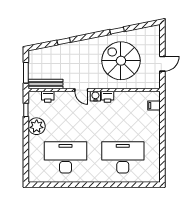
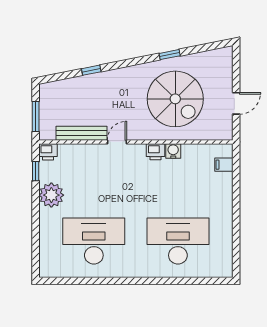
spiral stairs: (121, 61) -> (175, 99), turned 180
bench: (45, 84) -> (81, 133), moved
door: (81, 90) -> (117, 142), swing flipped
water cooler: (95, 96) -> (173, 151), moved
printer: (48, 97) -> (48, 152), moved

